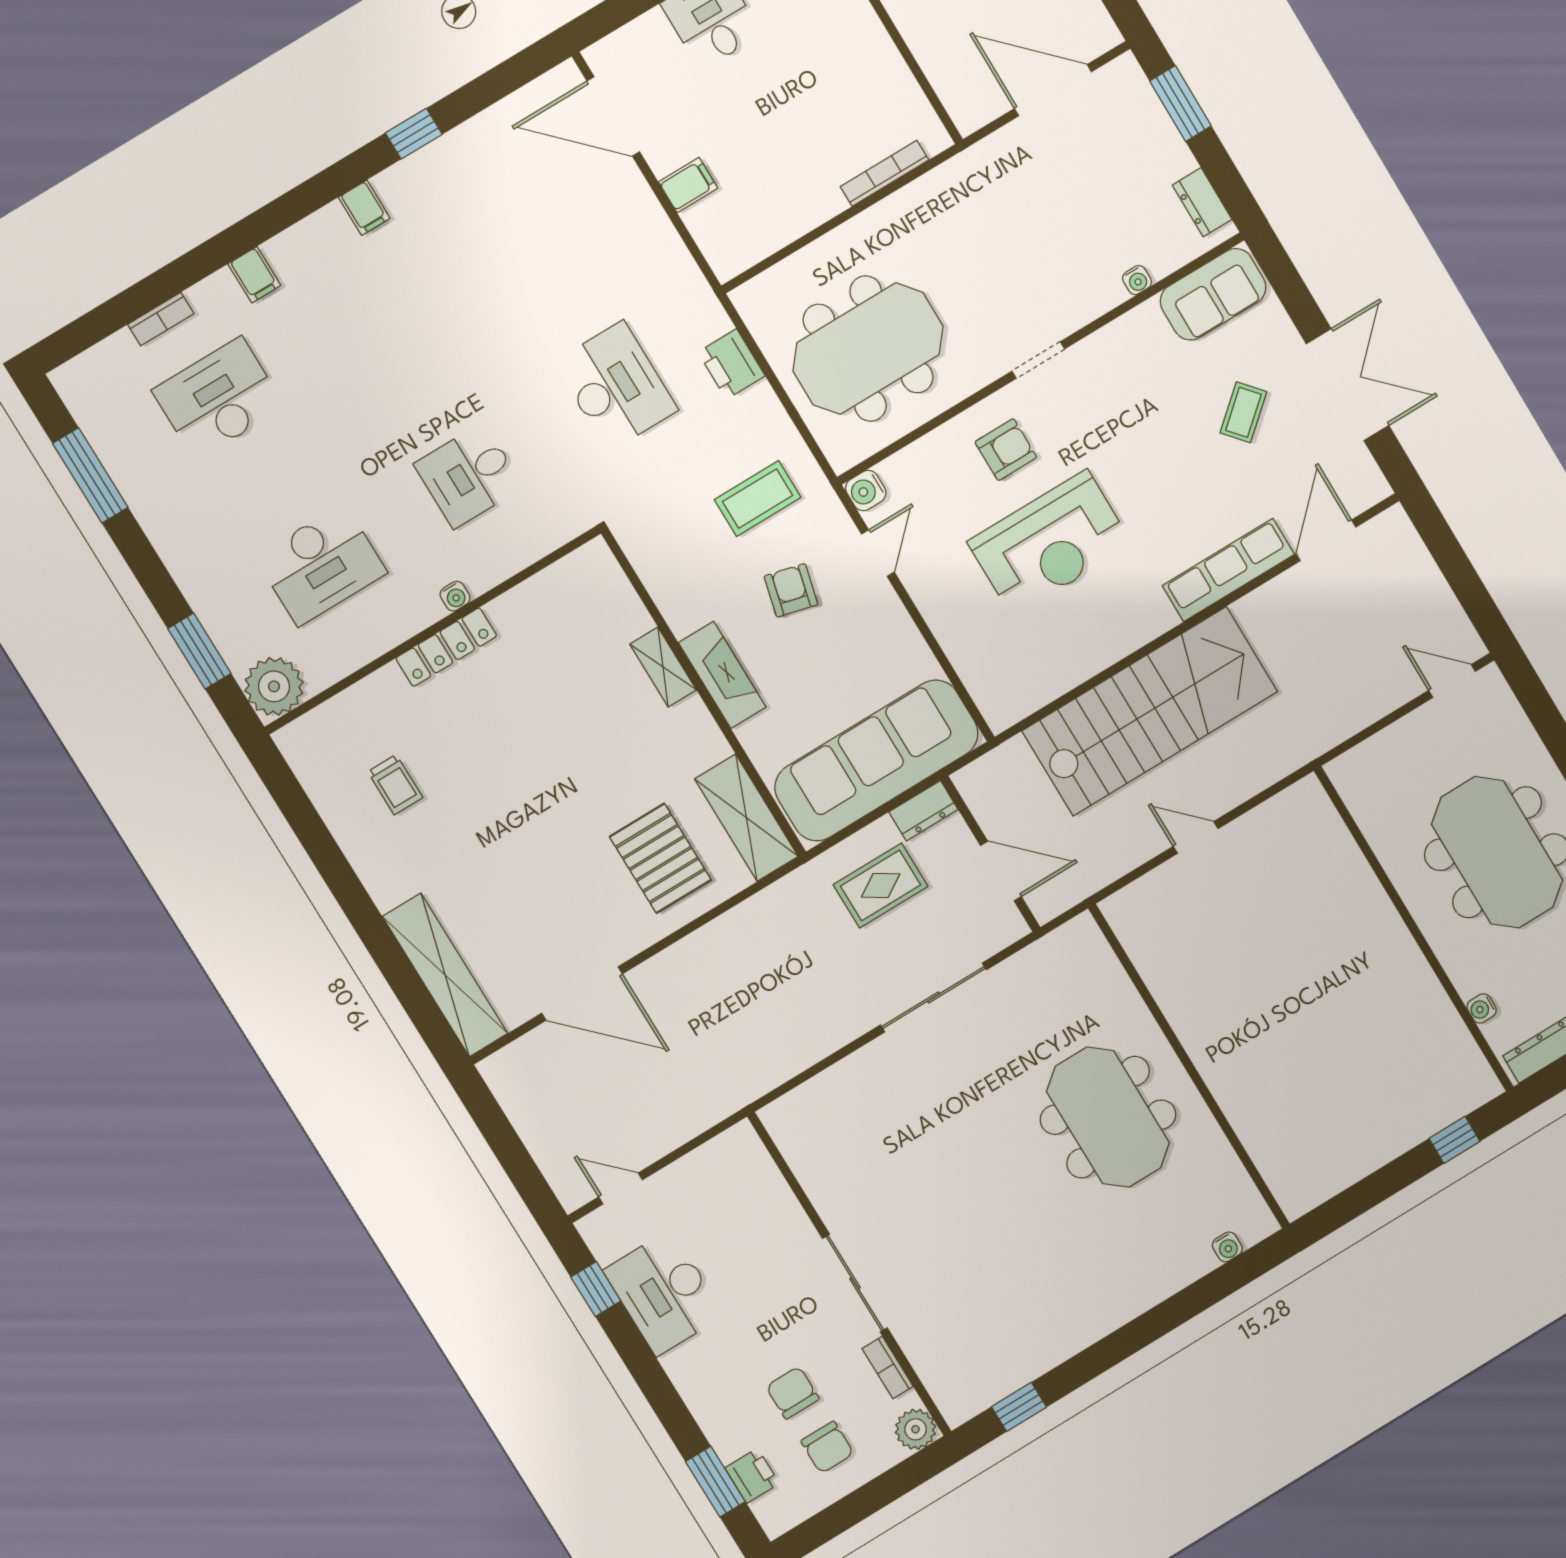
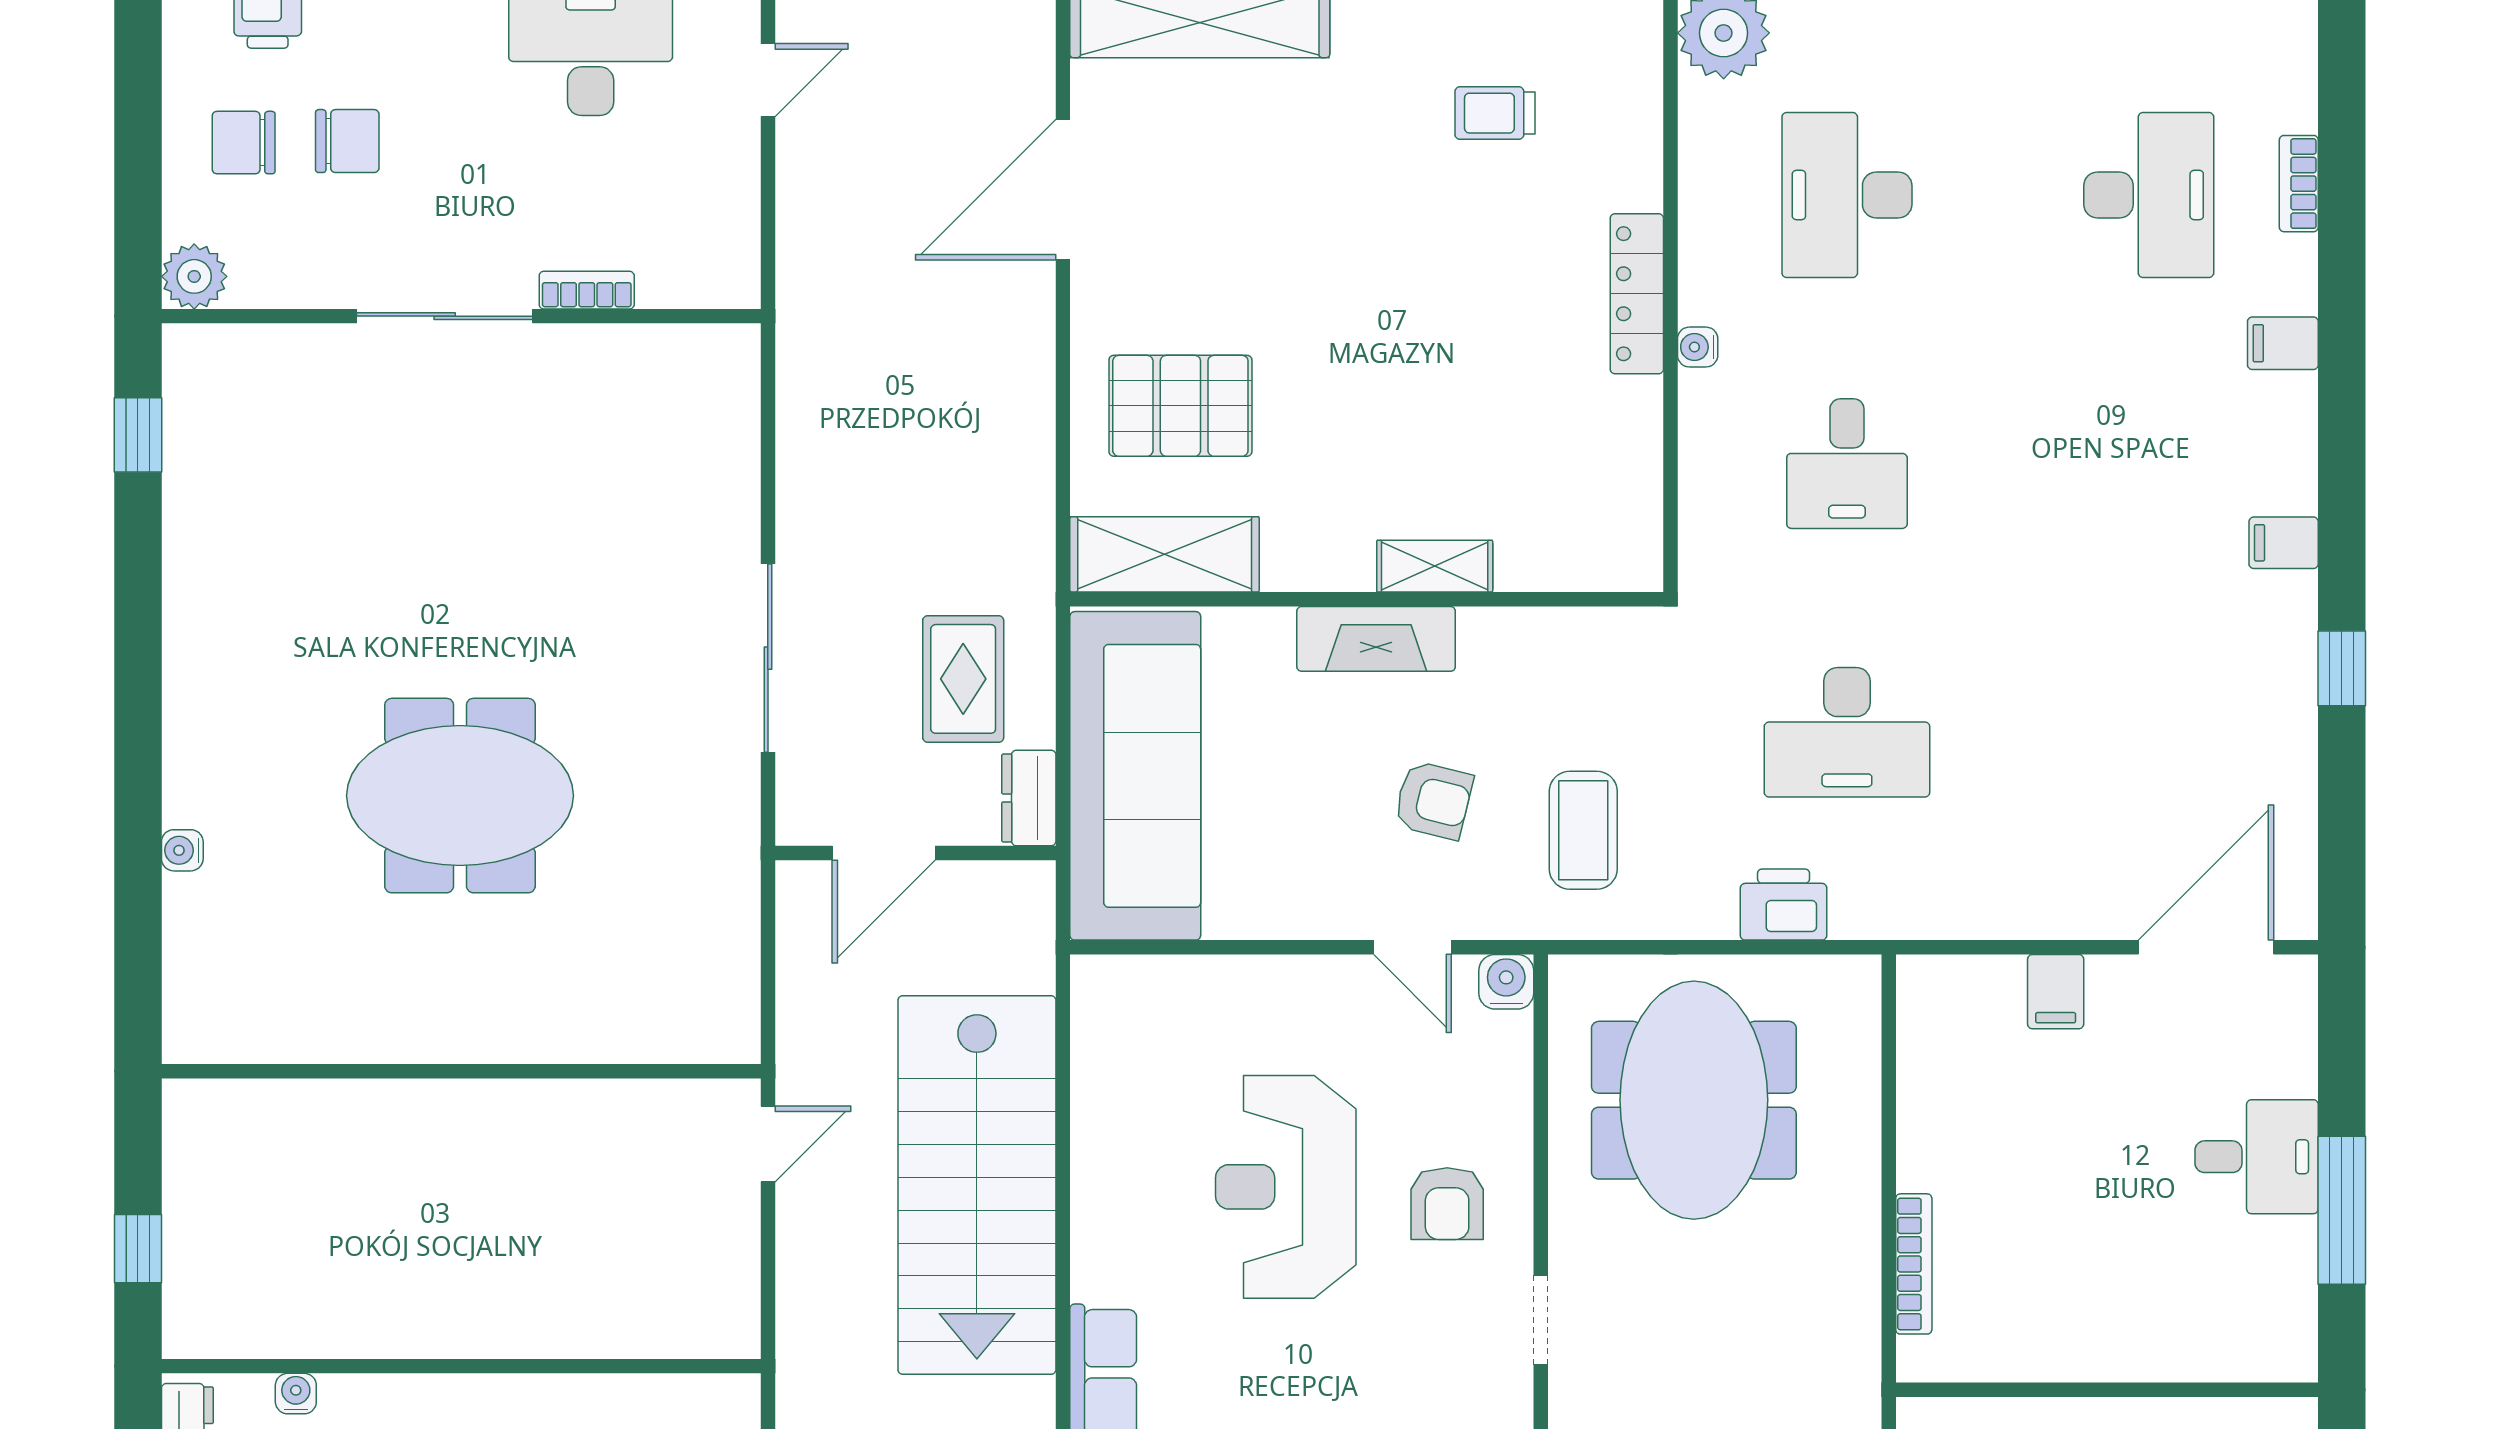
desk: (469, 475) -> (1847, 464), turned 180
wall: (1189, 1067) -> (461, 1071), moved
bookcase: (888, 1368) -> (587, 290), moved

